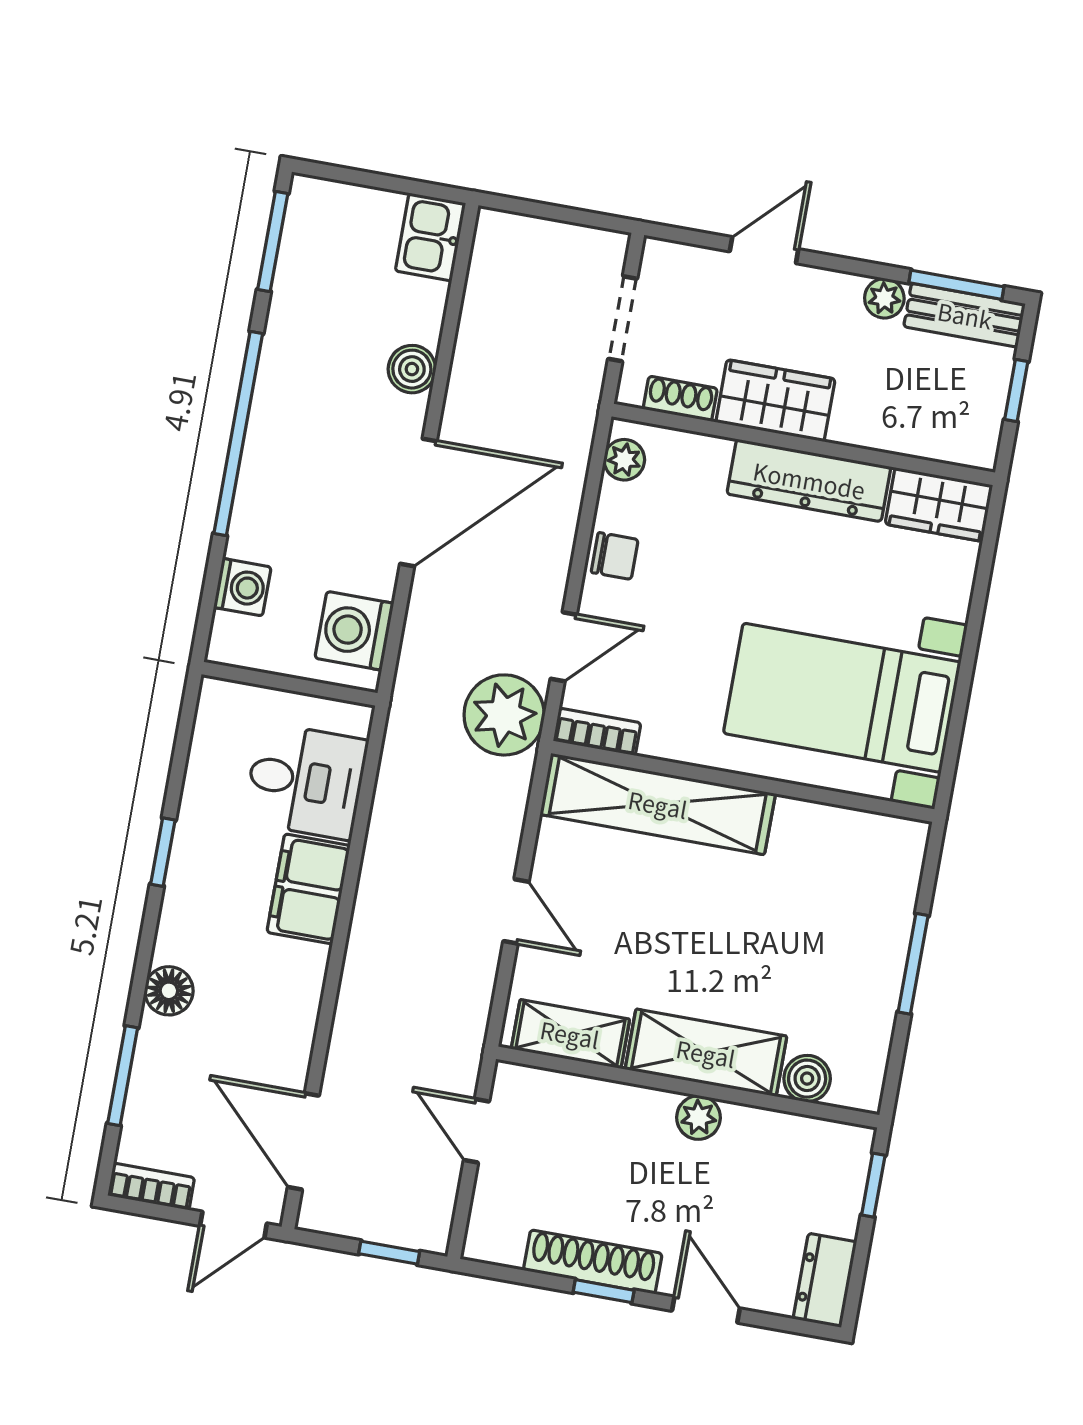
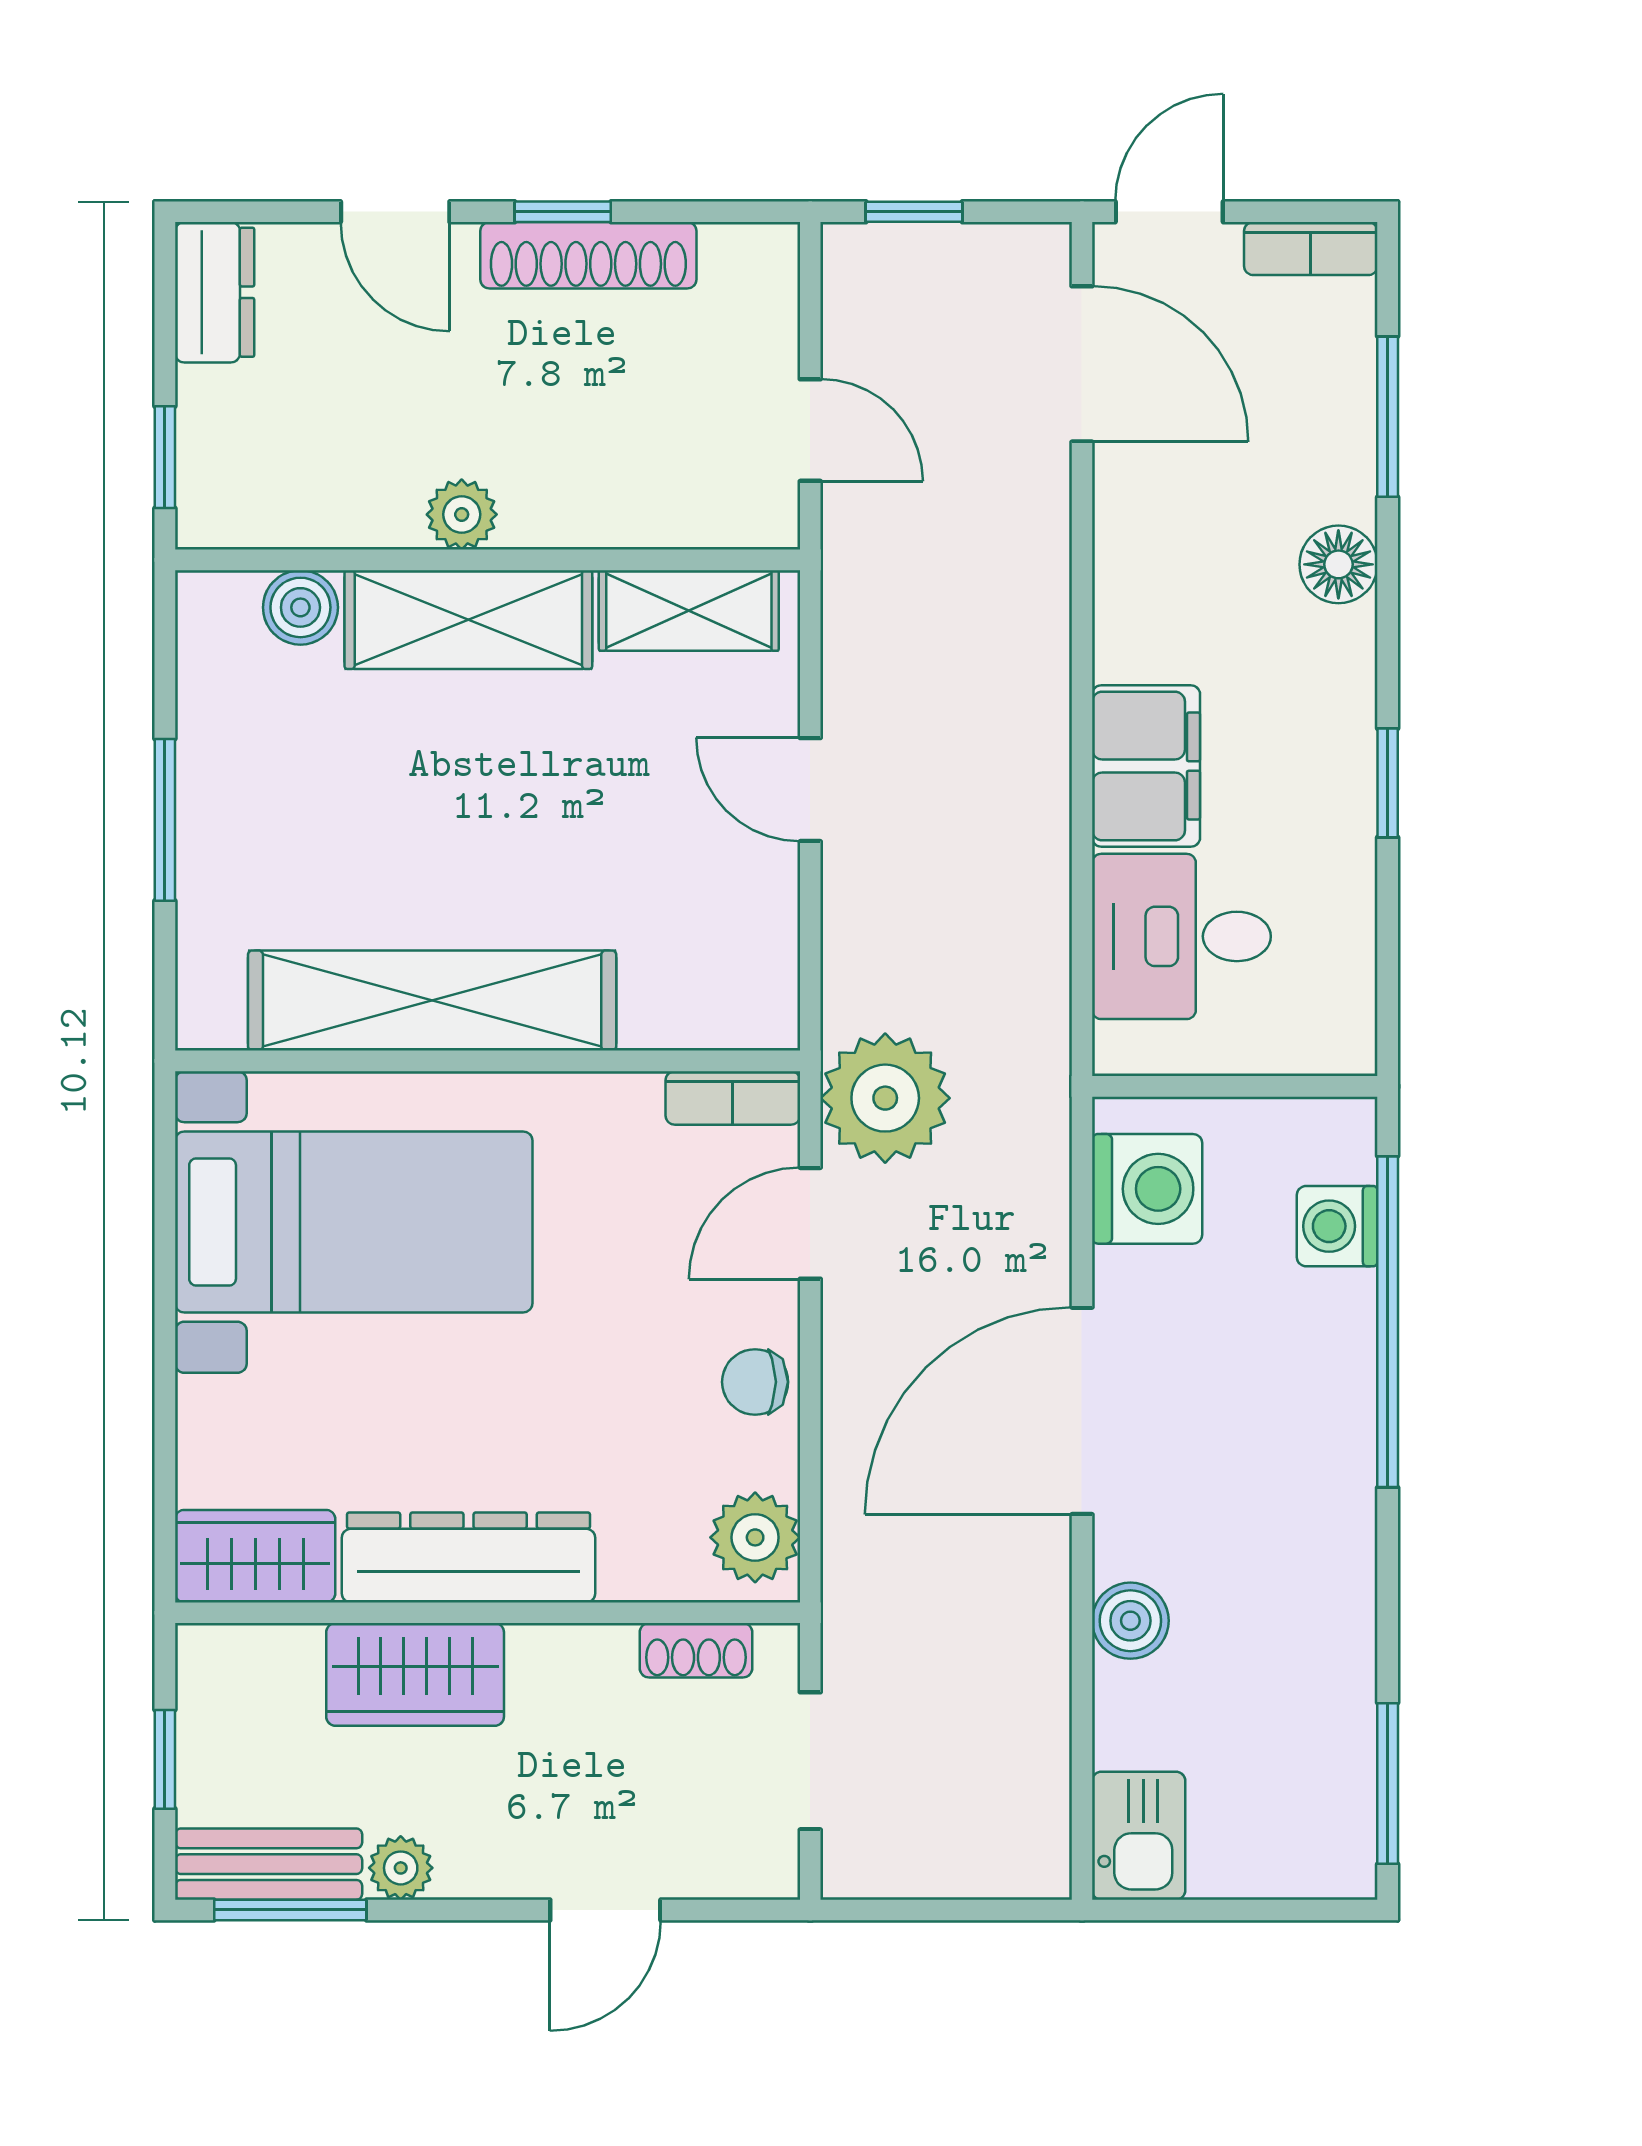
wardrobe: (775, 401) -> (415, 1674), moved
window: (238, 434) -> (1388, 1322), moved
plant: (624, 460) -> (755, 1537), width x1.38, depth x1.38
shelving: (658, 804) -> (432, 1000), moved

